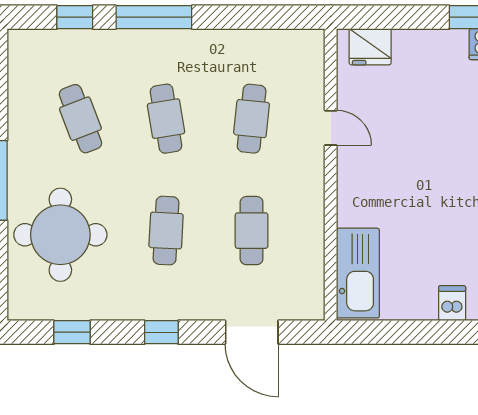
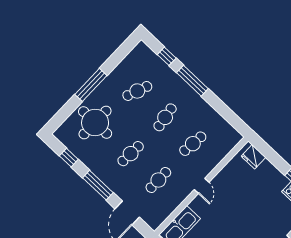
cafe table: (80, 119) -> (137, 91), turned 42
door: (331, 128) -> (202, 186), moved
window: (161, 332) -> (98, 185), width x2.17

